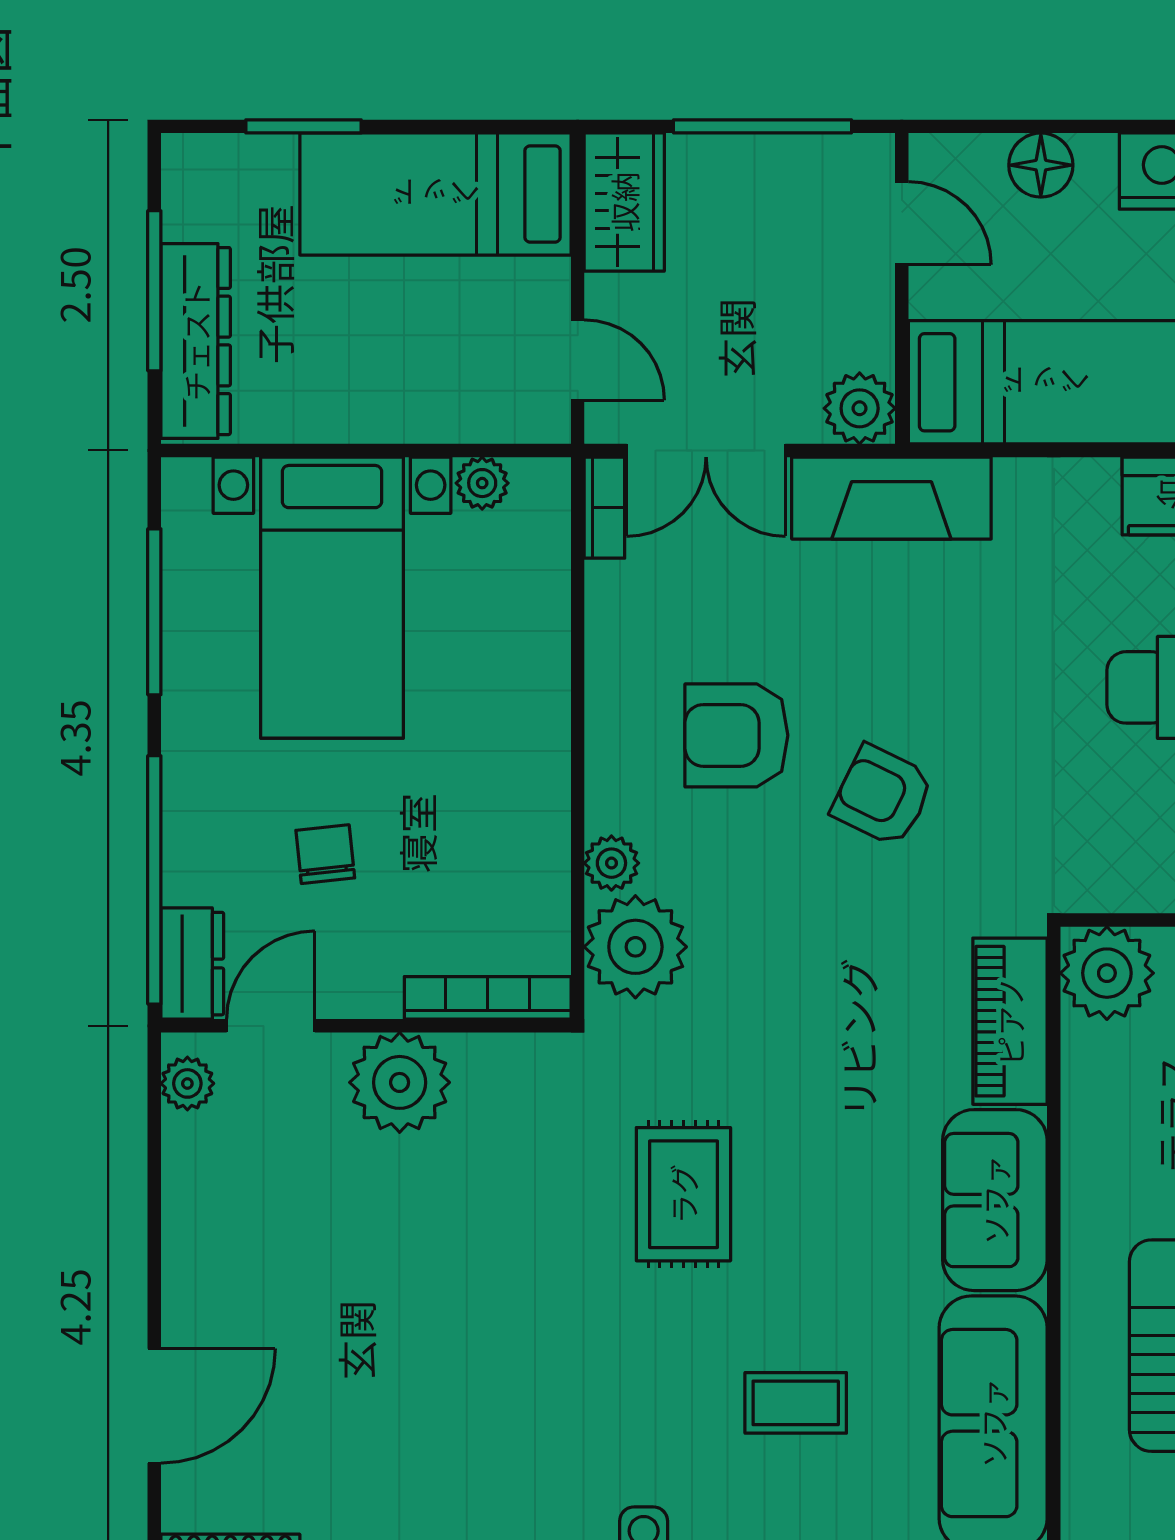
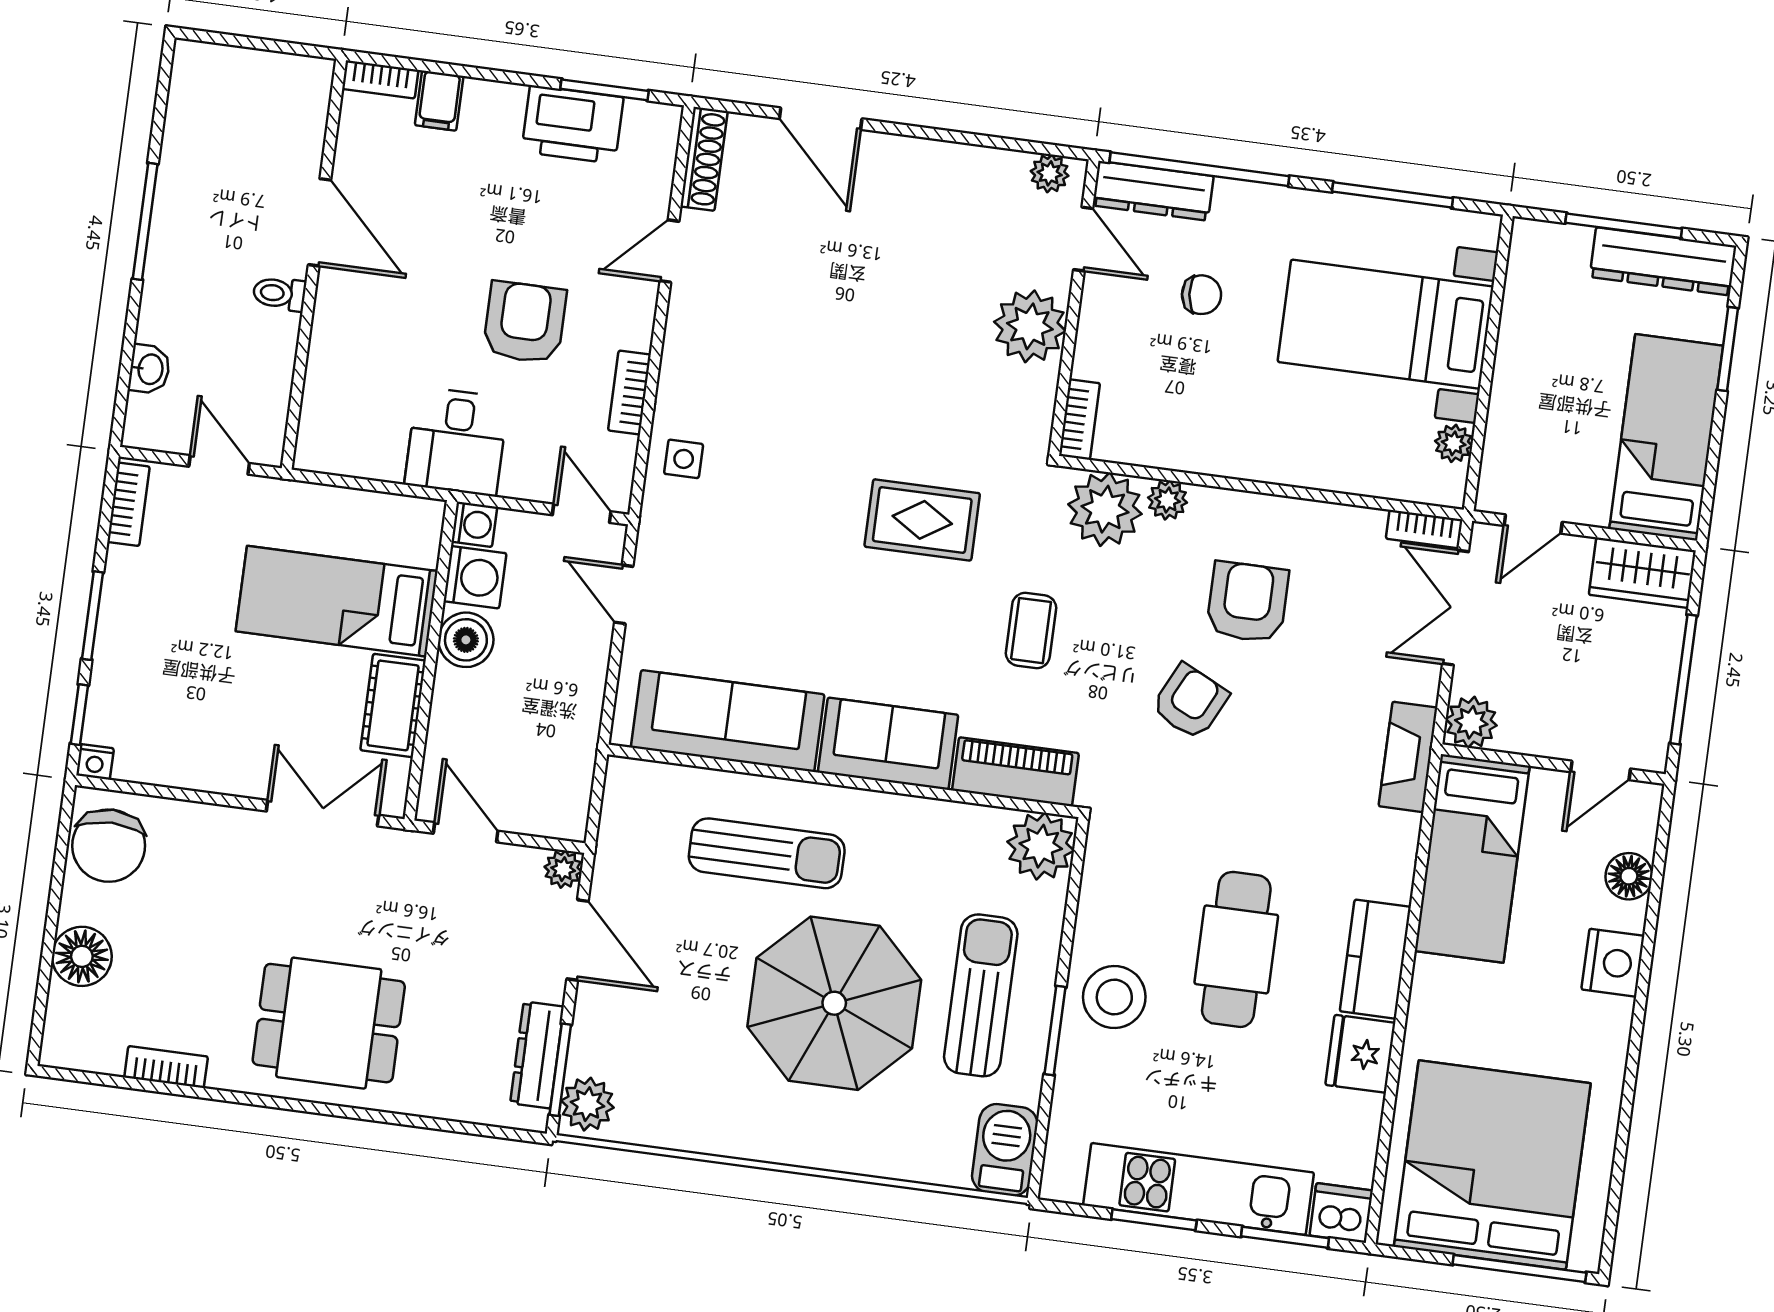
dresser: (196, 341) -> (1663, 261), moved
fireplace: (891, 498) -> (1408, 757), width x0.73, depth x0.76
dresser: (192, 964) -> (1153, 191), width x1.44
bookcase: (488, 998) -> (1080, 419), width x0.64
coffee table: (796, 1403) -> (1031, 631), moved

